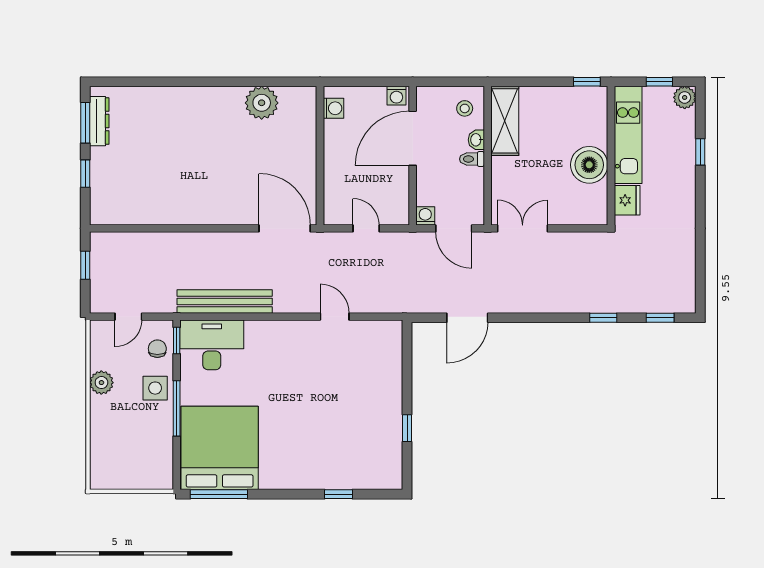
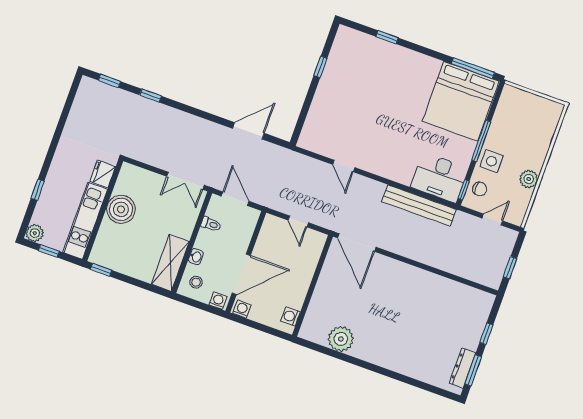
toilet: (472, 159) -> (211, 224), moved
washing machine: (425, 216) -> (218, 301), moved, turned 180
chair: (157, 349) -> (480, 189), turned -90

